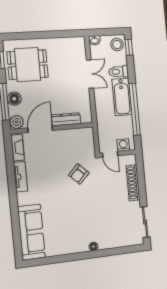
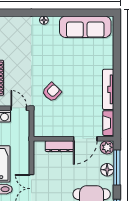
tv unit: (20, 177) -> (108, 89), width x1.41
sofa: (31, 232) -> (85, 27), moved, turned -90

